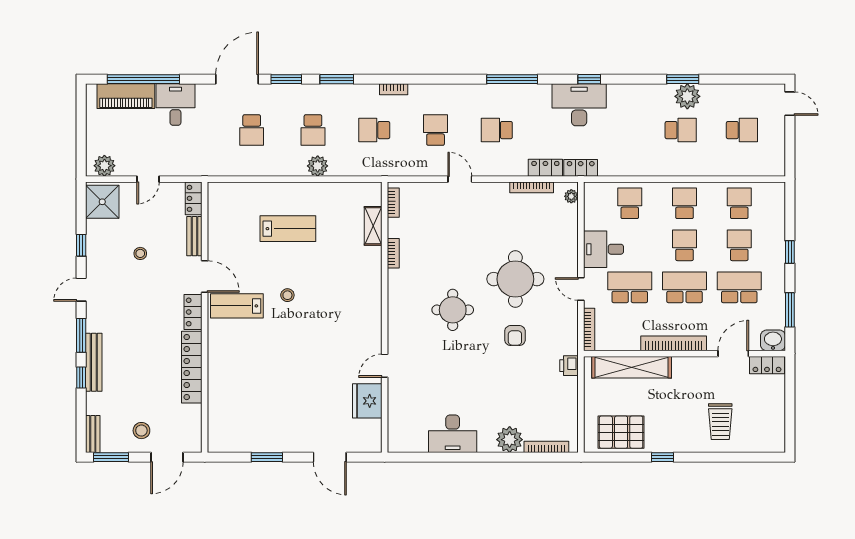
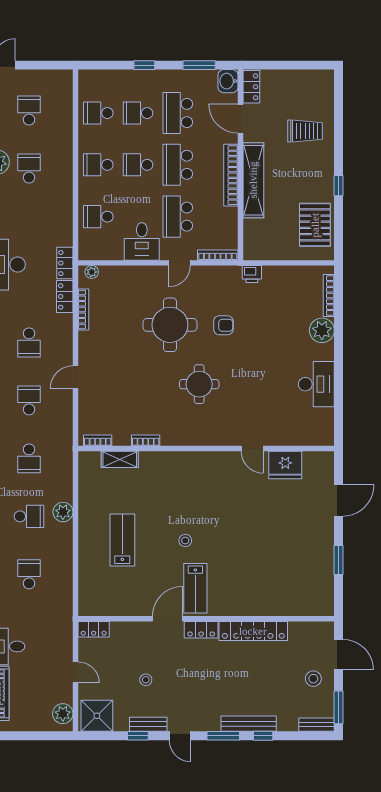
school desk: (252, 130) -> (29, 574), turned -90
school desk: (436, 130) -> (29, 400), turned 90
bench: (194, 236) -> (148, 724), moved
shelving: (632, 367) -> (253, 180), moved

